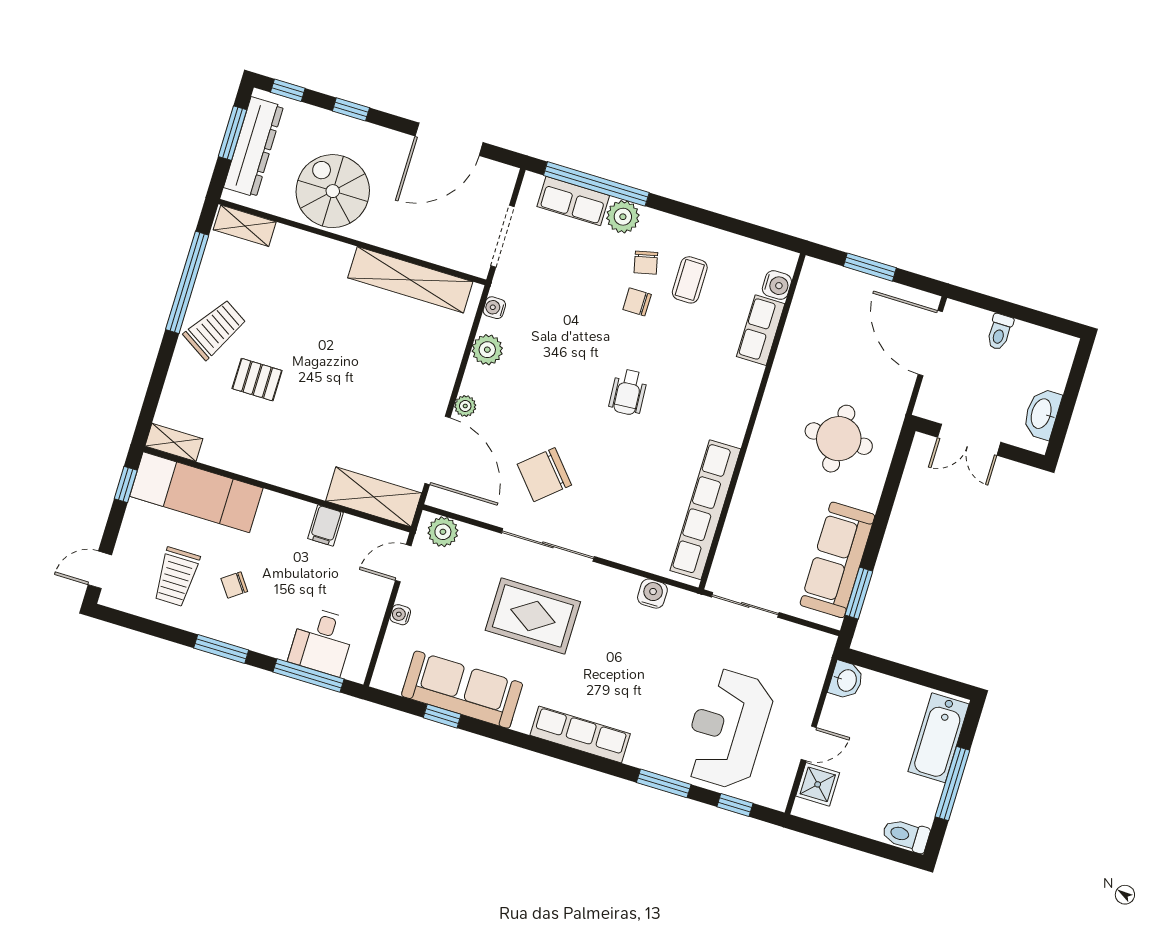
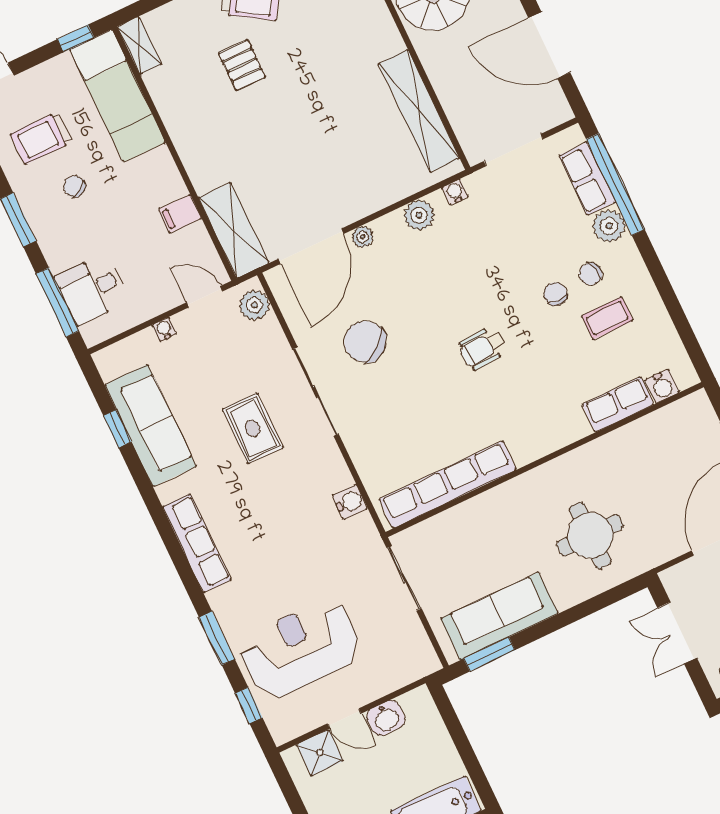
rug: (533, 616) -> (253, 428), width x0.73, depth x0.70
washbasin: (846, 680) -> (386, 718), moved

